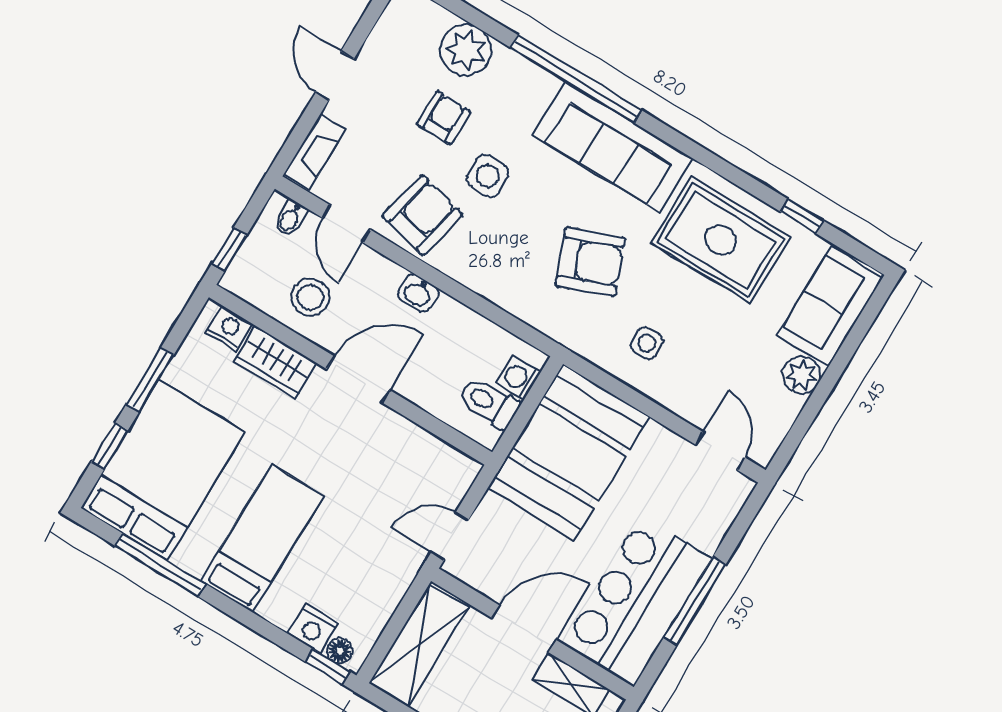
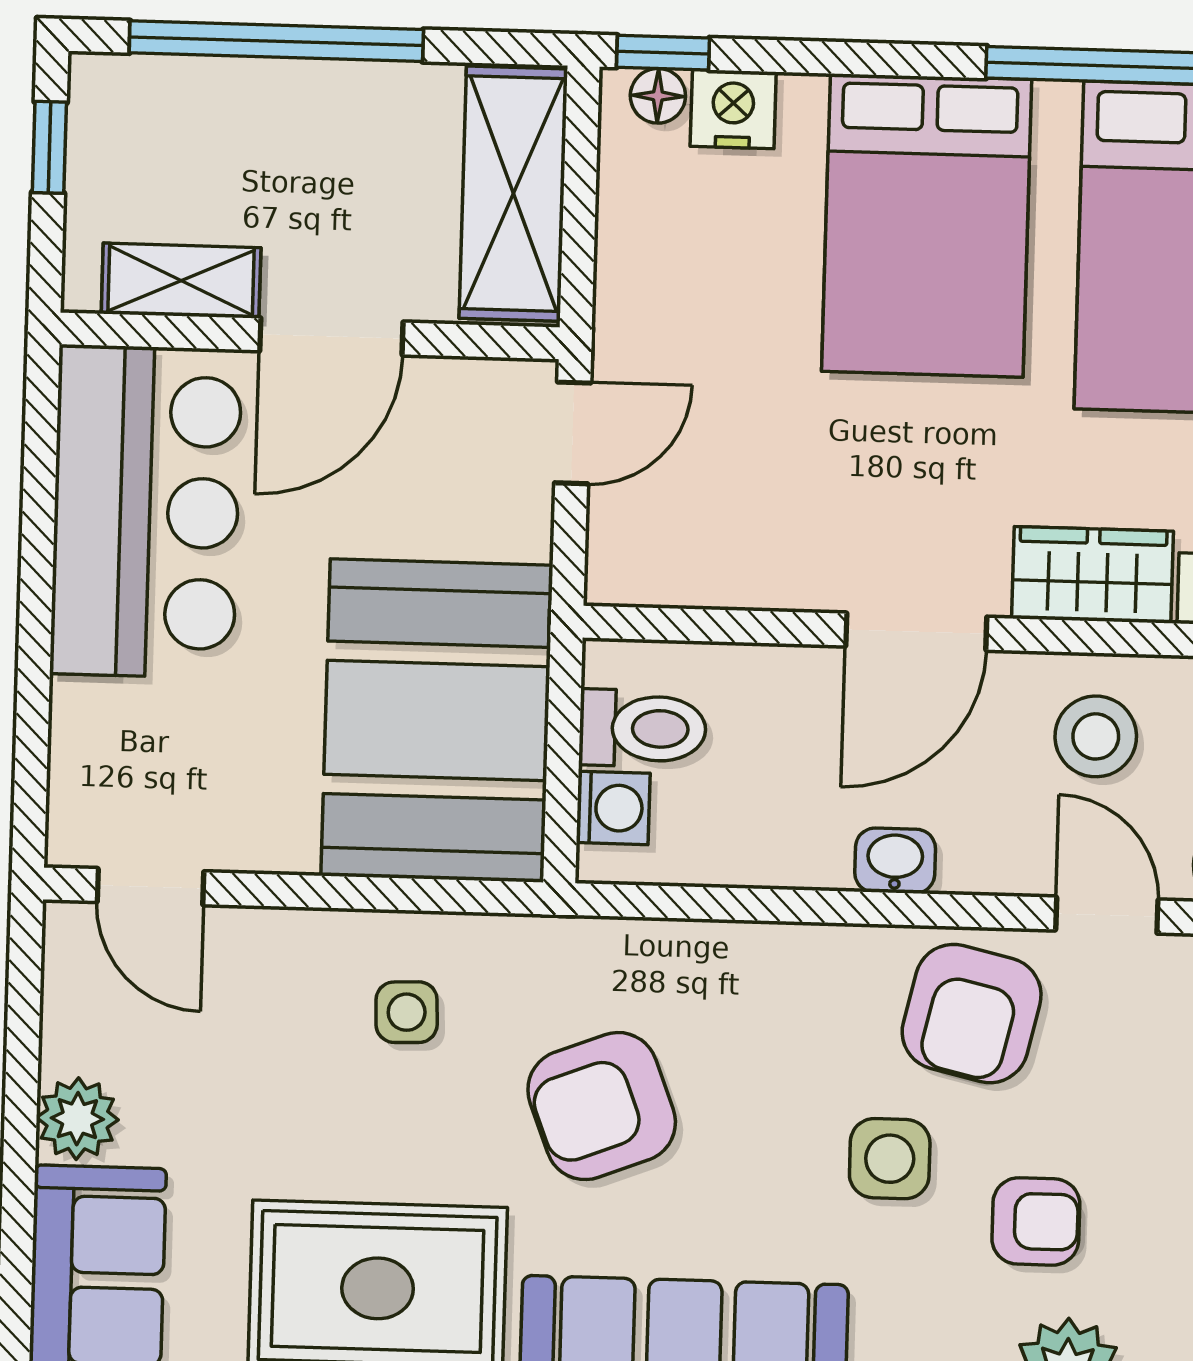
armchair: (444, 118) -> (1036, 1221), turned -90
bed: (262, 539) -> (927, 225), width x1.50
window: (695, 601) -> (37, 574), removed

